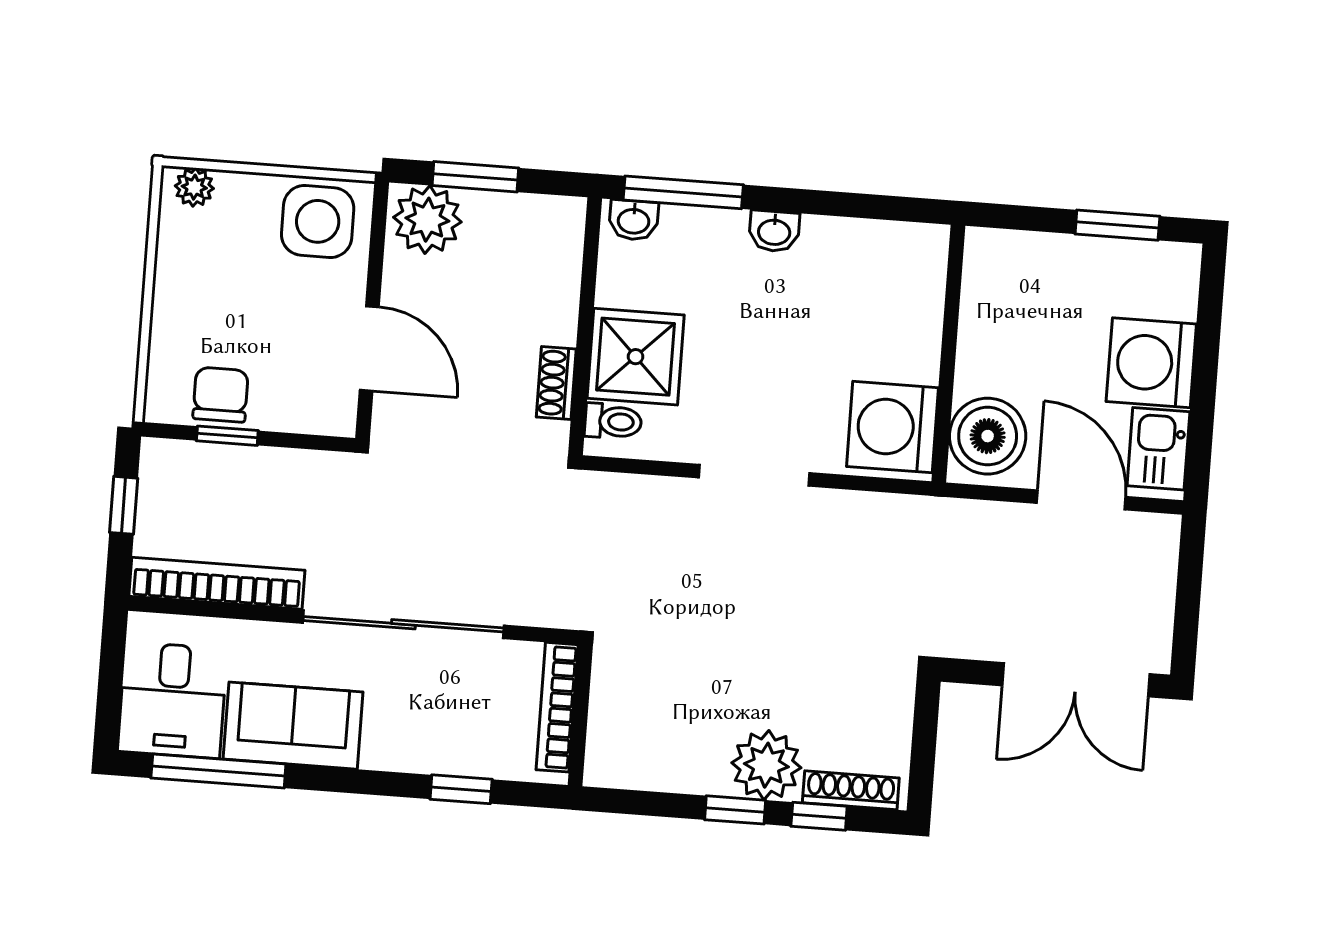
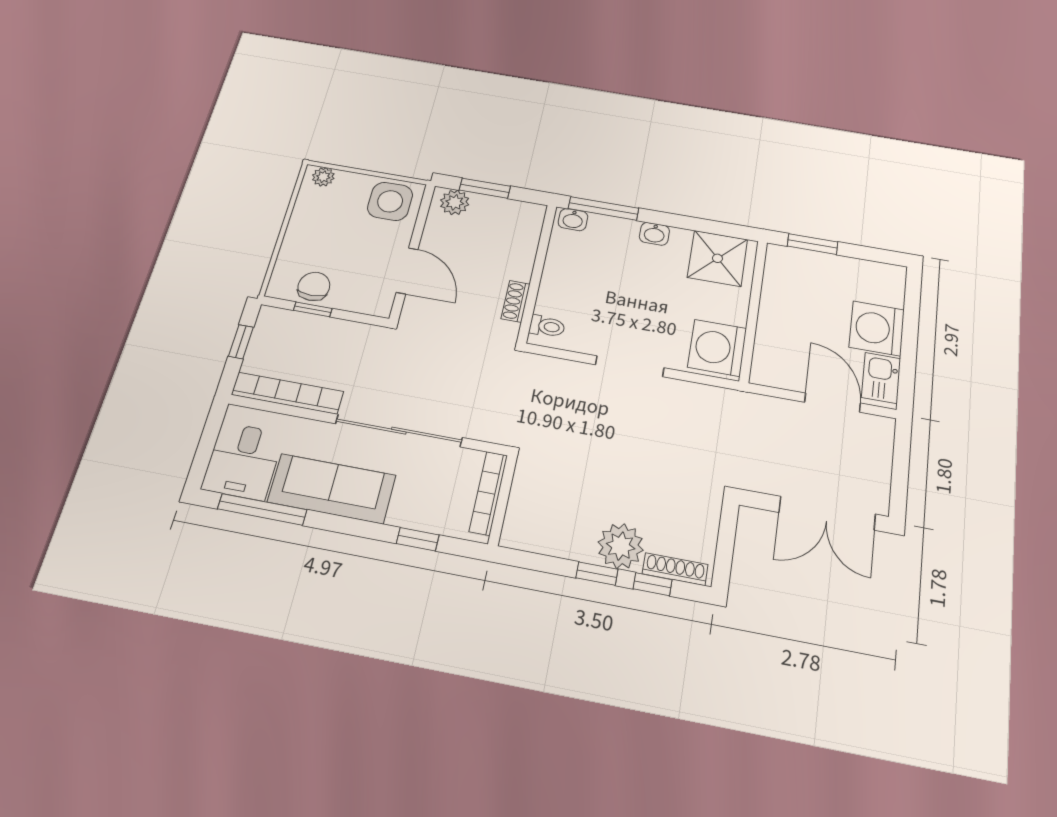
plant: (427, 220) -> (455, 202), width x0.73, depth x0.73
window: (1117, 225) -> (813, 244), moved
shower: (636, 357) -> (717, 258), moved
boiler: (988, 436) -> (775, 359), removed
sofa: (293, 726) -> (332, 489), width x1.36

